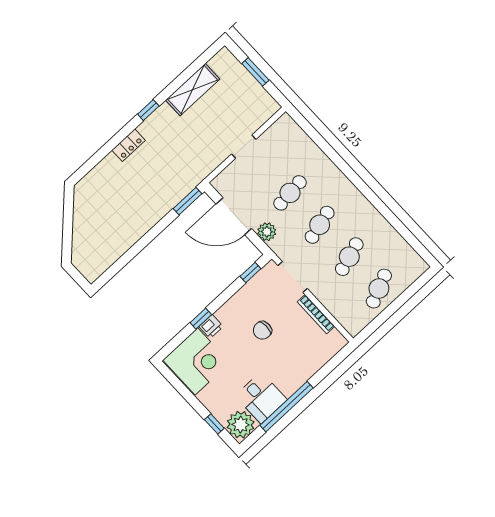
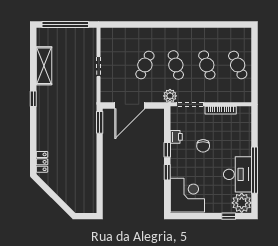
window: (255, 72) -> (65, 24), width x2.11
locker: (129, 145) -> (42, 162), moved
cafe table: (290, 193) -> (145, 65), turned 30
plant: (267, 232) -> (170, 96), moved
window: (250, 273) -> (167, 150), moved
printer: (211, 326) -> (176, 137), moved
desk: (261, 398) -> (238, 174), width x1.37

